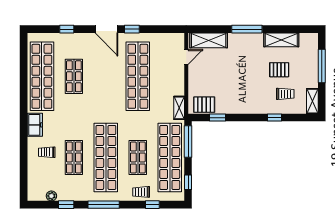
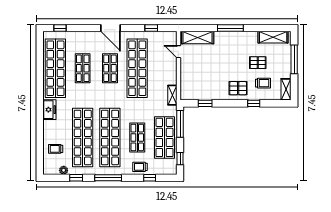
window: (67, 29) -> (60, 28), moved
window: (132, 29) -> (151, 28), moved
shelving: (281, 40) -> (273, 37), moved
door: (186, 57) -> (178, 52), swing flipped
shop shelf: (106, 76) -> (110, 68), added
pallet: (204, 105) -> (238, 88), moved
trolley: (47, 152) -> (56, 149), moved
shop shelf: (74, 157) -> (83, 137), width x2.00, depth x1.36
shop shelf: (170, 157) -> (164, 137), width x0.71

